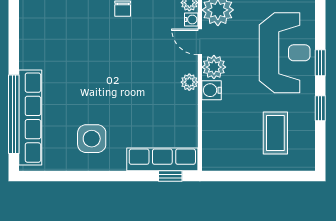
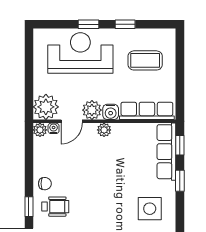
wheelchair: (94, 22) -> (55, 207), added
row of seats: (213, 135) -> (147, 111), added
window: (126, 176) -> (180, 181), added

